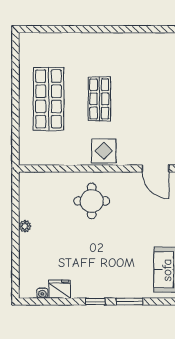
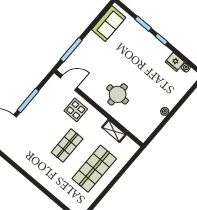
display table: (104, 151) -> (76, 110), moved
shelving: (62, 158) -> (114, 131), added
door: (155, 169) -> (69, 83), hinge flipped

